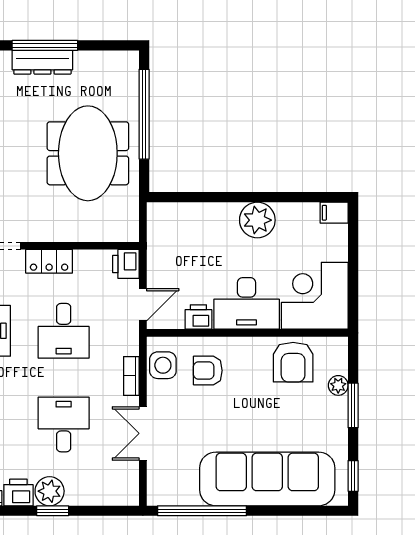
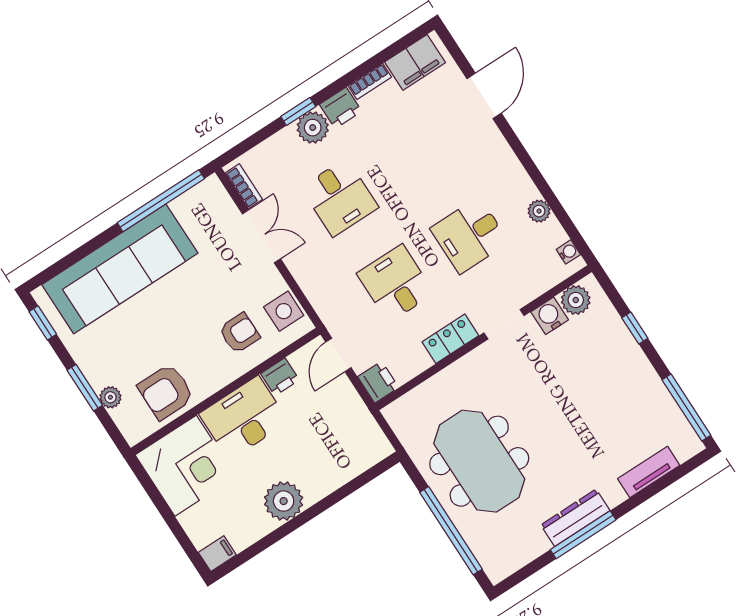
armchair: (293, 362) -> (166, 392), turned -90
bookcase: (131, 376) -> (244, 186), moved

